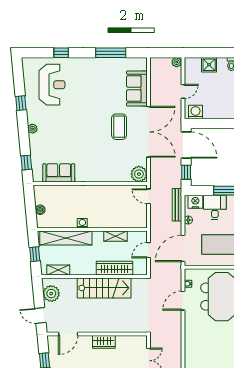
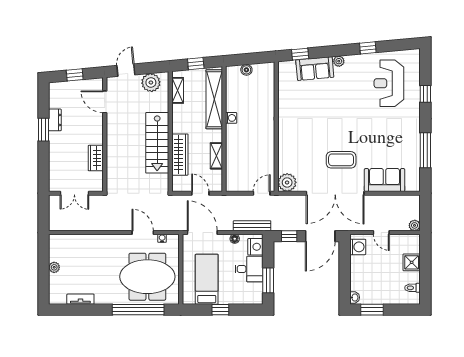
reception desk: (52, 85) -> (389, 83), turned 90
sofa: (59, 173) -> (315, 69), moved, turned 85
wardrobe: (104, 342) -> (96, 158), moved

